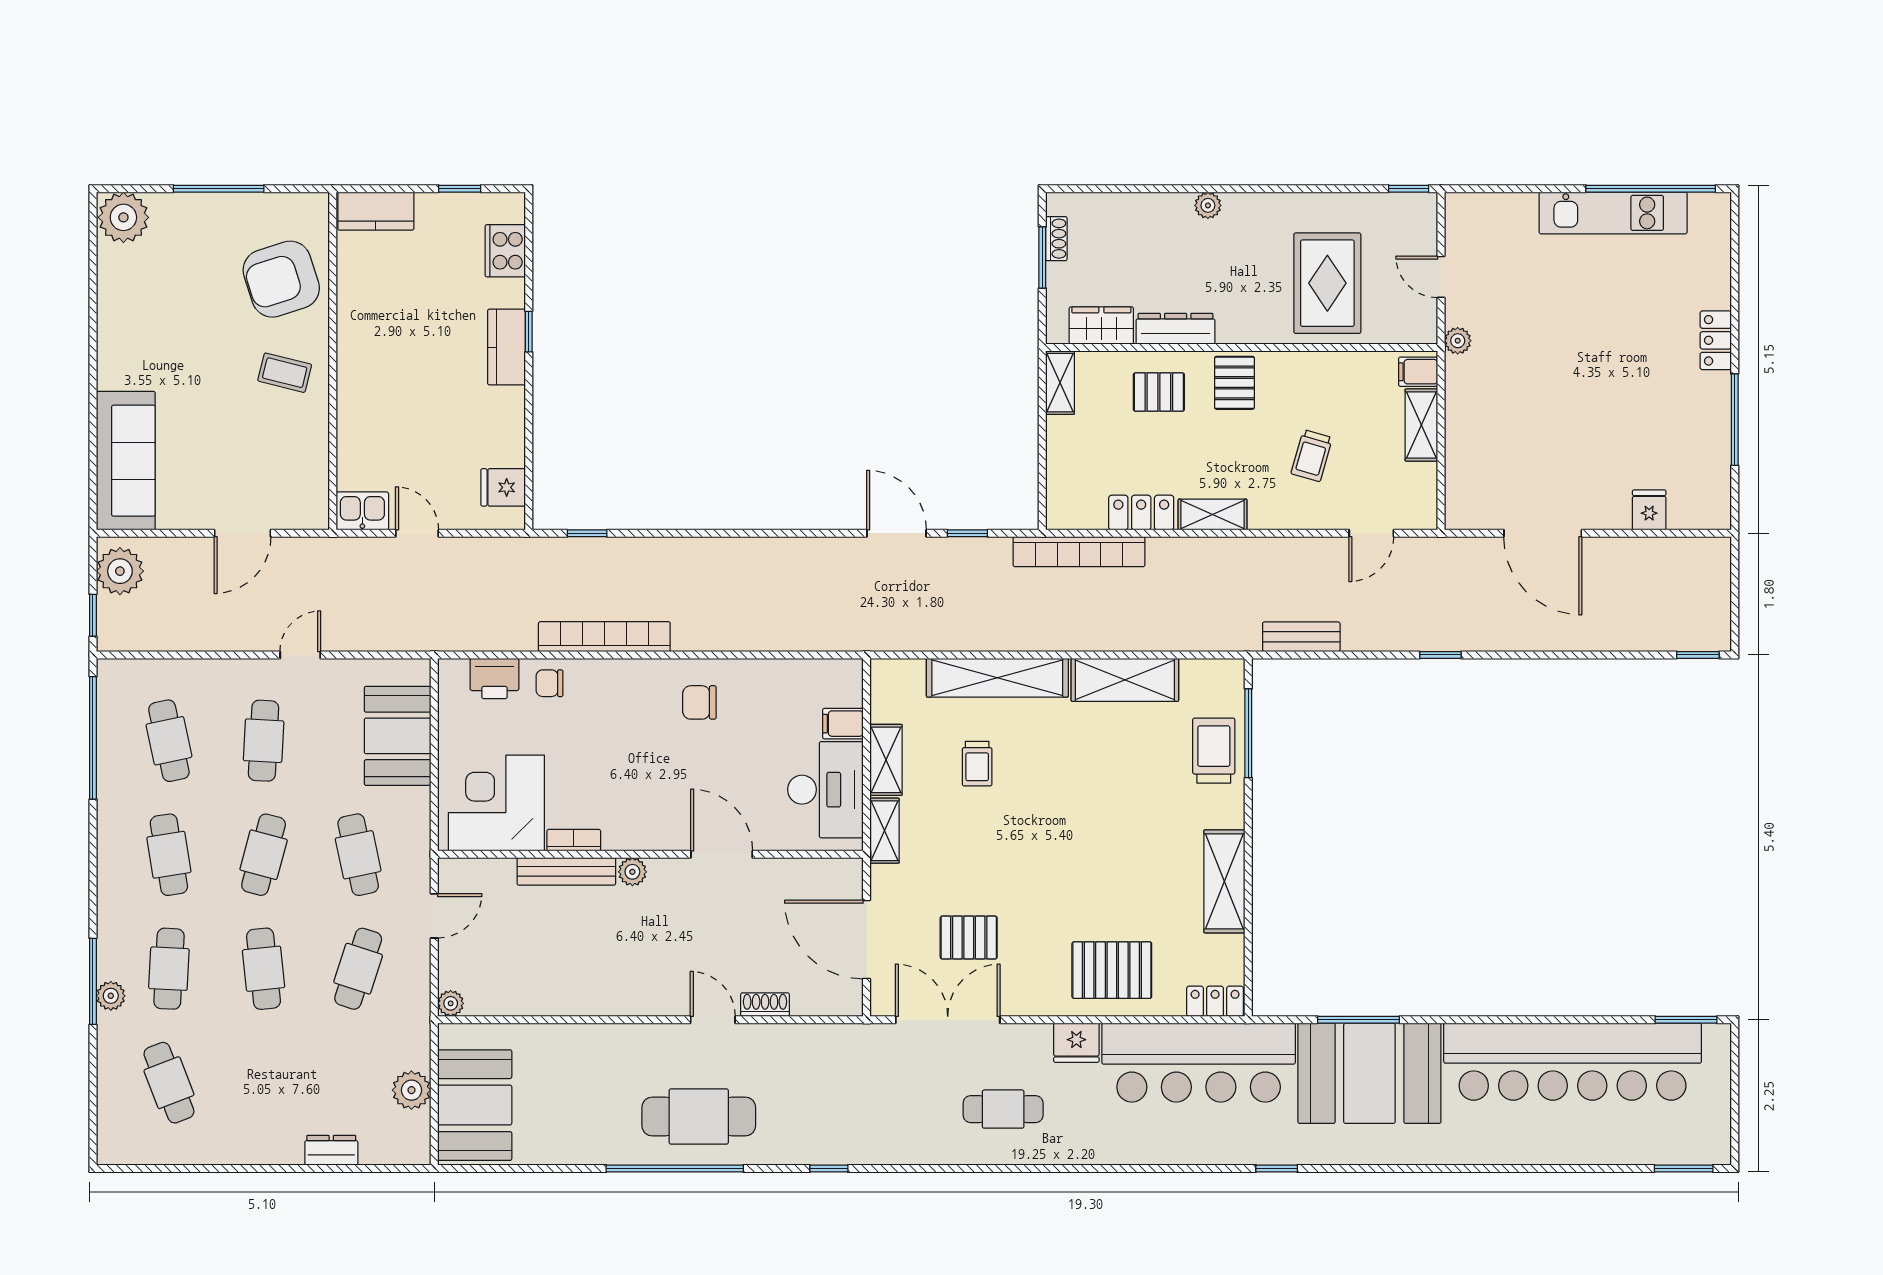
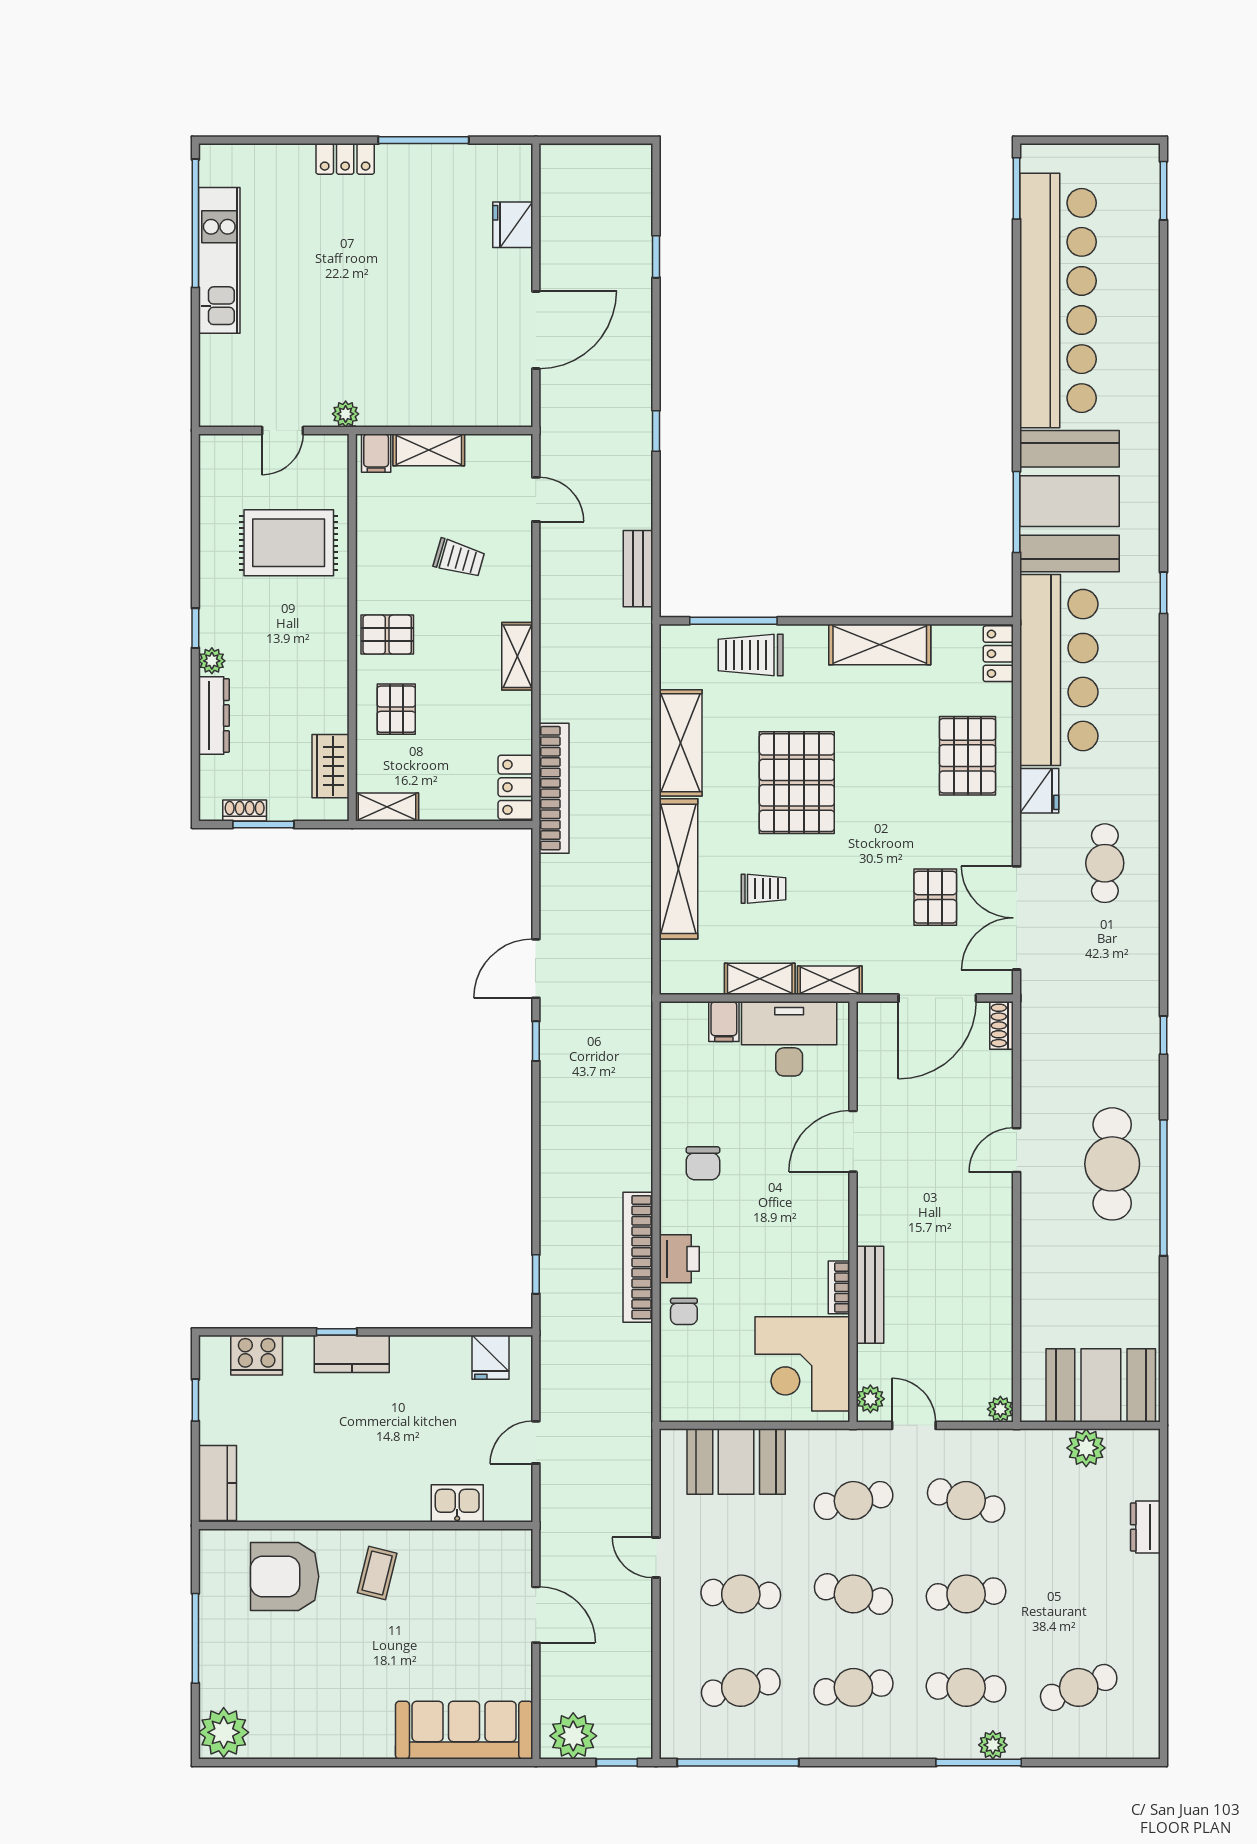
window: (1409, 189) -> (195, 628), moved
armchair: (281, 279) -> (285, 1576), turned 108
dresser: (1176, 329) -> (214, 716), moved, turned 180
fridge: (1649, 510) -> (513, 225), width x1.38
kitchen sink: (362, 511) -> (457, 1503), moved, turned 90
locker: (1141, 513) -> (515, 787), moved
window: (967, 533) -> (536, 1041), moved
window: (1698, 655) -> (656, 257), moved
printer: (494, 678) -> (679, 1259), moved
pallet: (1085, 797) -> (797, 783), added
plant: (632, 872) -> (870, 1399), moved
shoe rack: (765, 1005) -> (1002, 1025), moved

